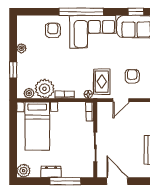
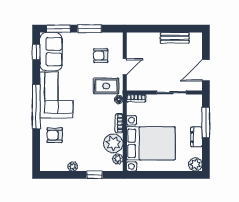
door: (121, 100) -> (125, 67), hinge flipped
bed with nightstands: (37, 126) -> (151, 143), width x1.36

